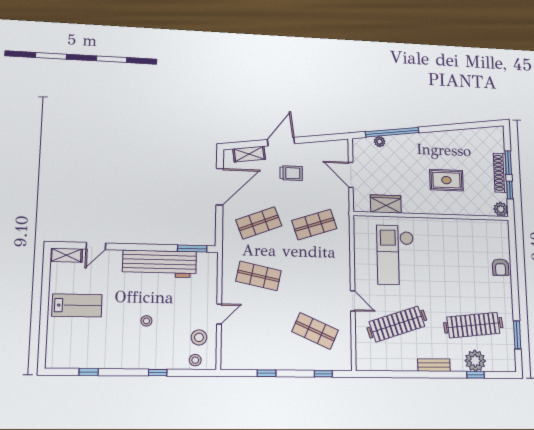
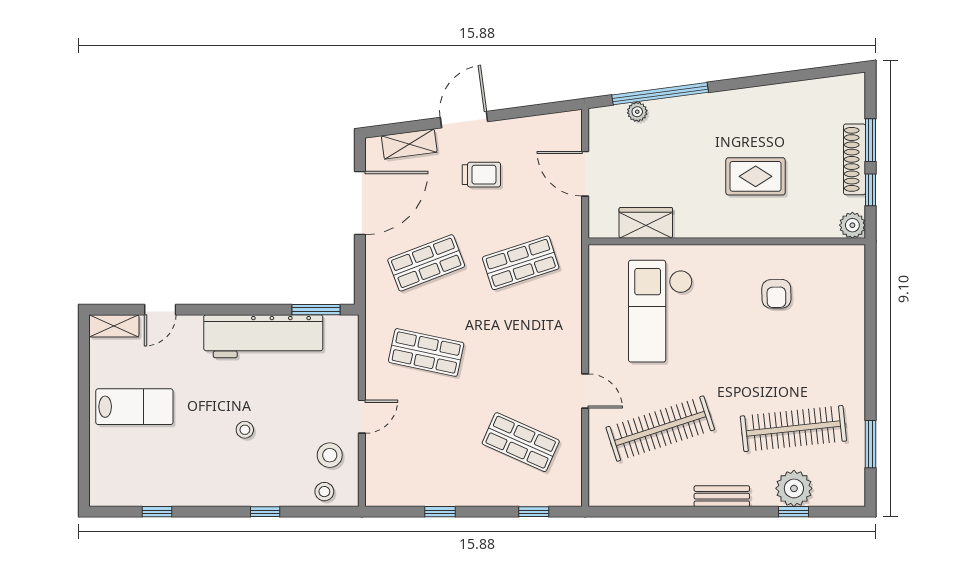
armchair: (500, 267) -> (776, 294), moved

